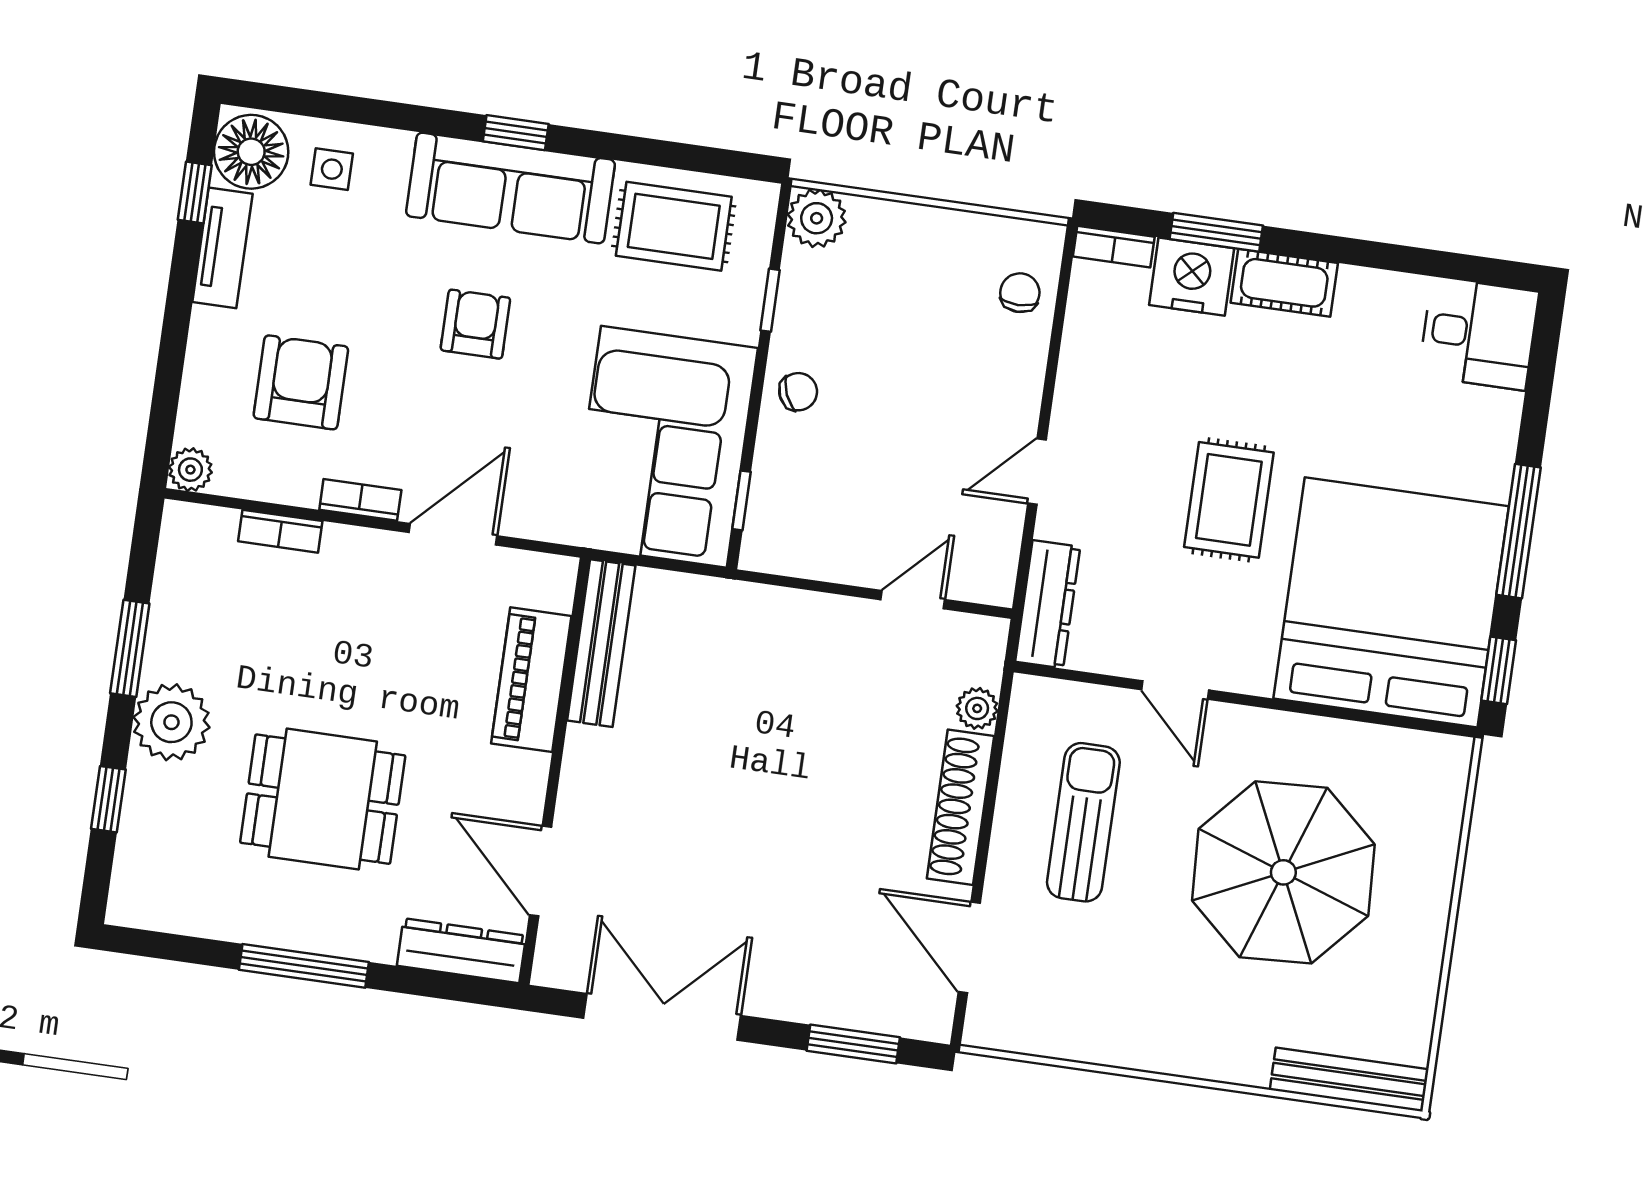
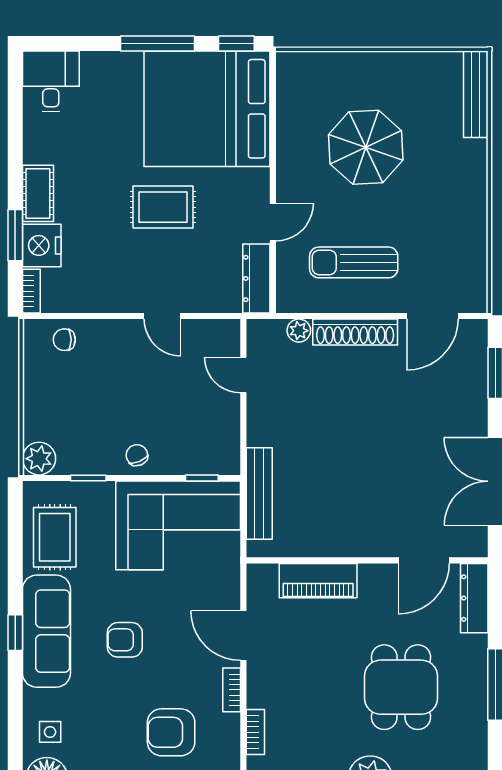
dresser: (1048, 604) -> (256, 278), moved, turned -90
bench: (601, 643) -> (259, 493), moved, turned 90
parasol: (1283, 872) -> (366, 147), width x0.73, depth x0.73

